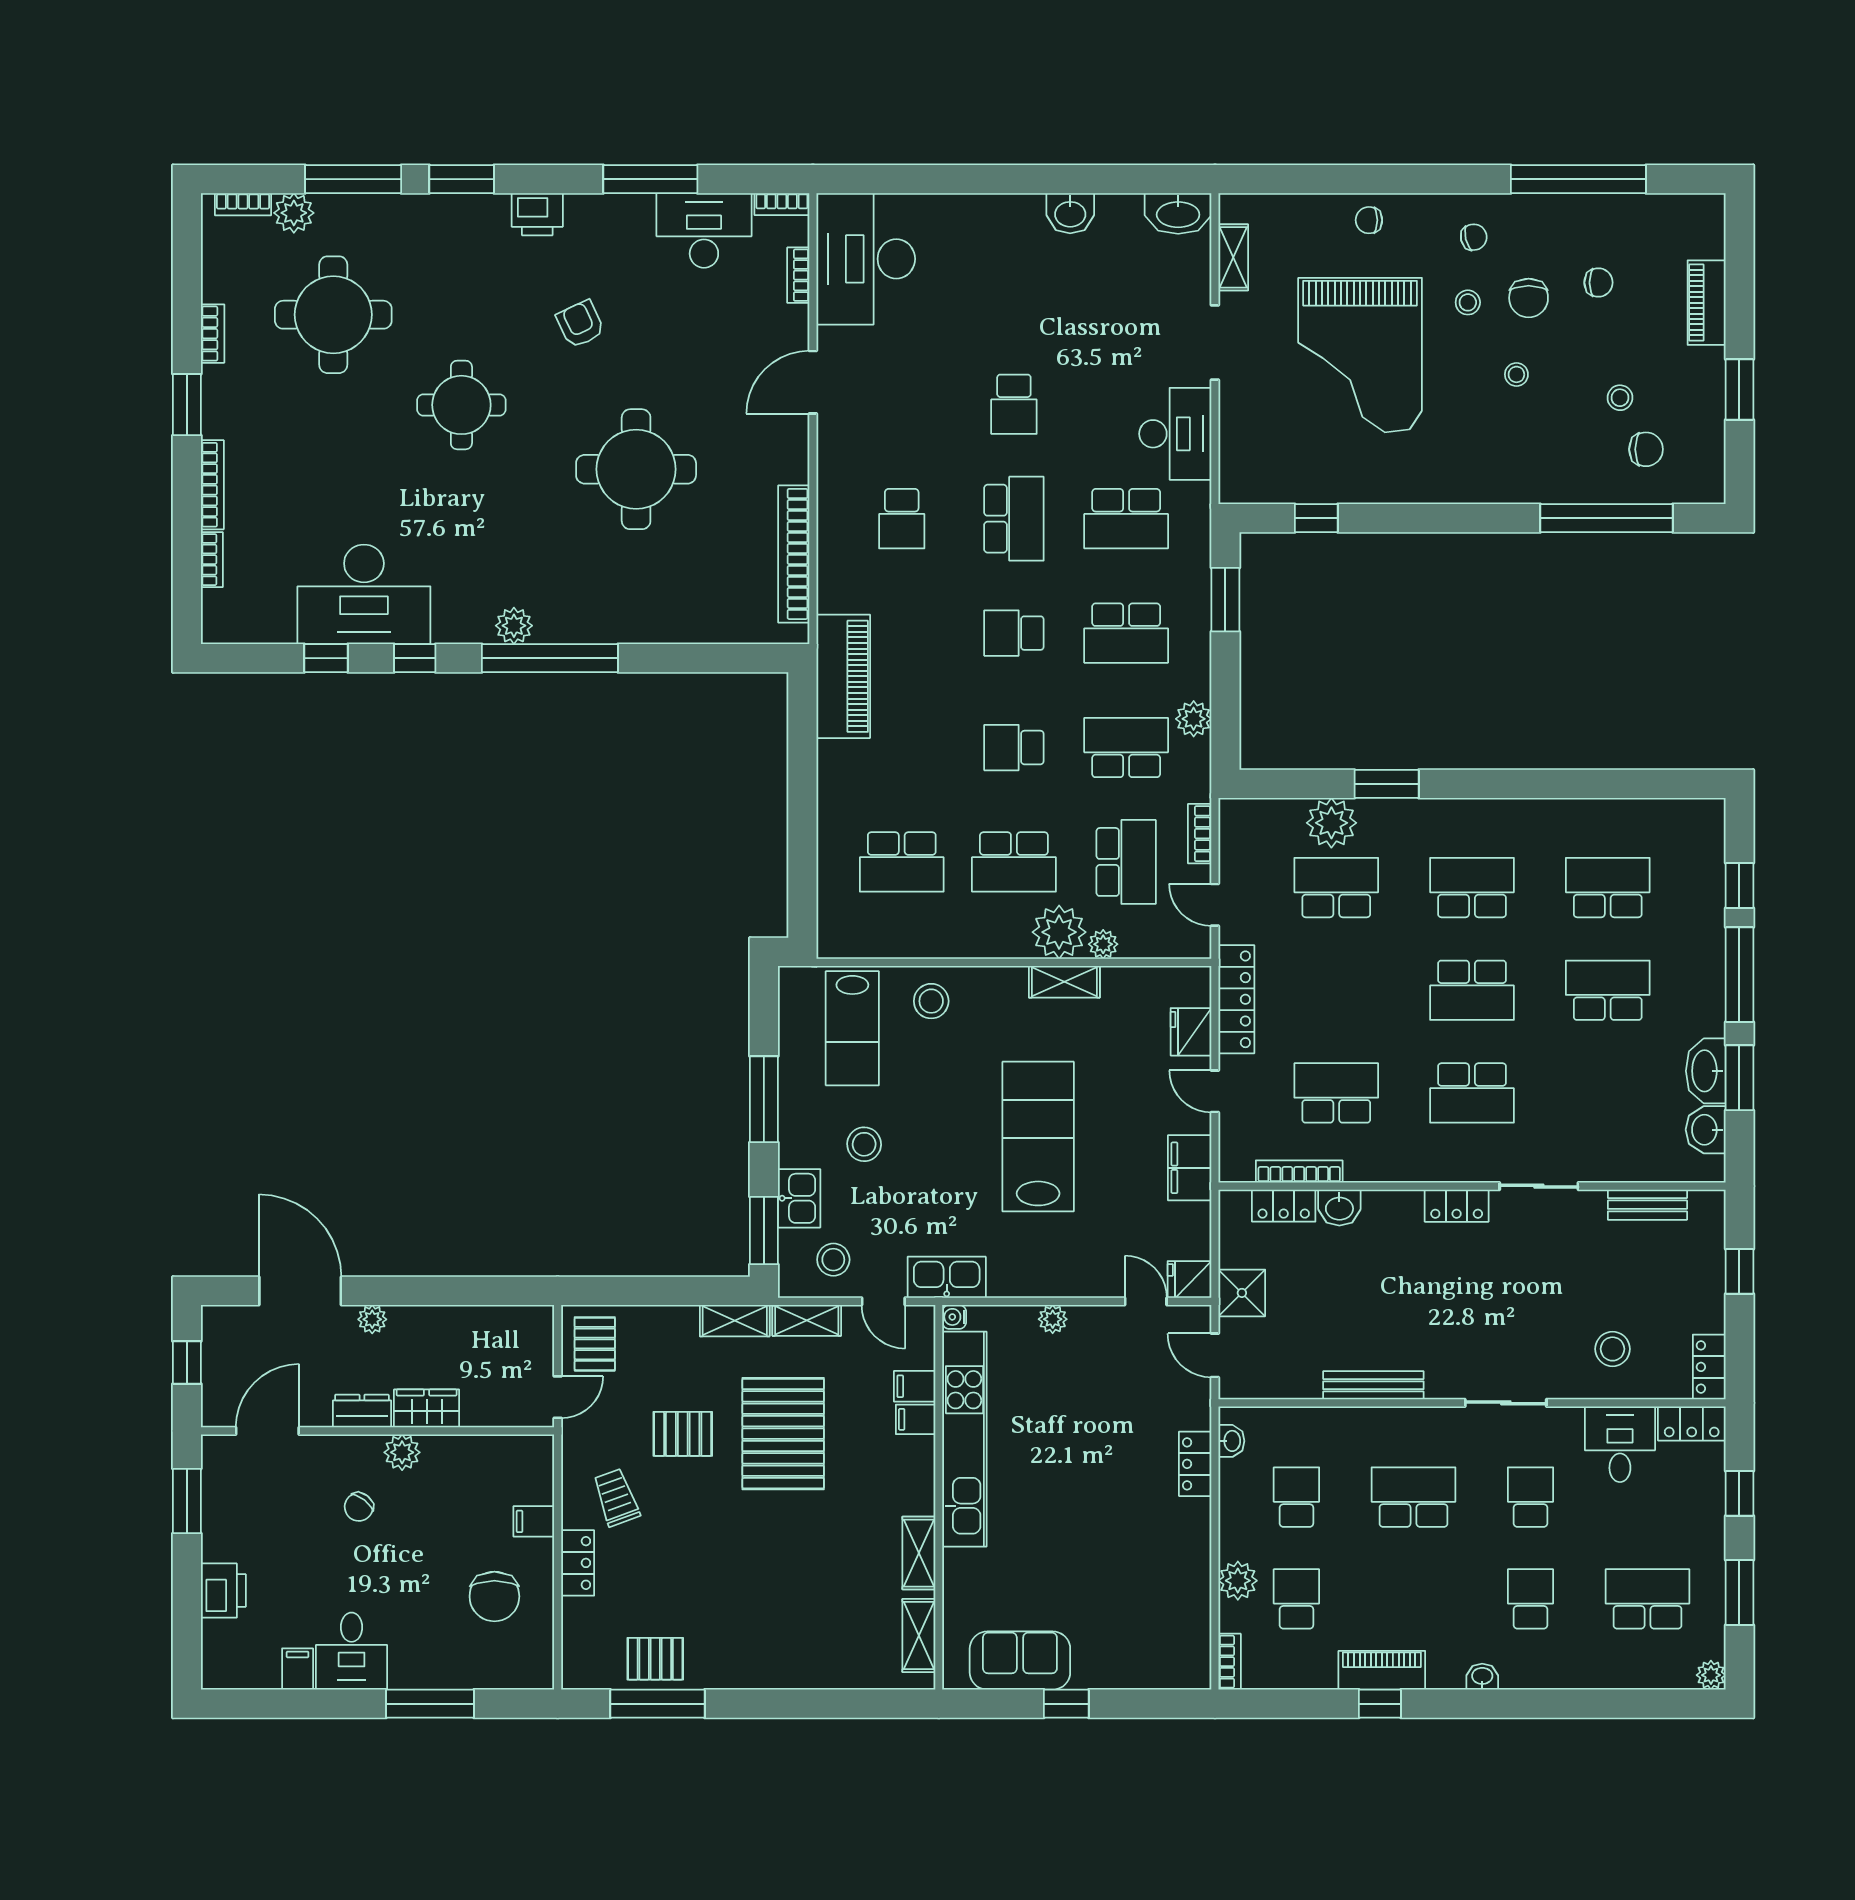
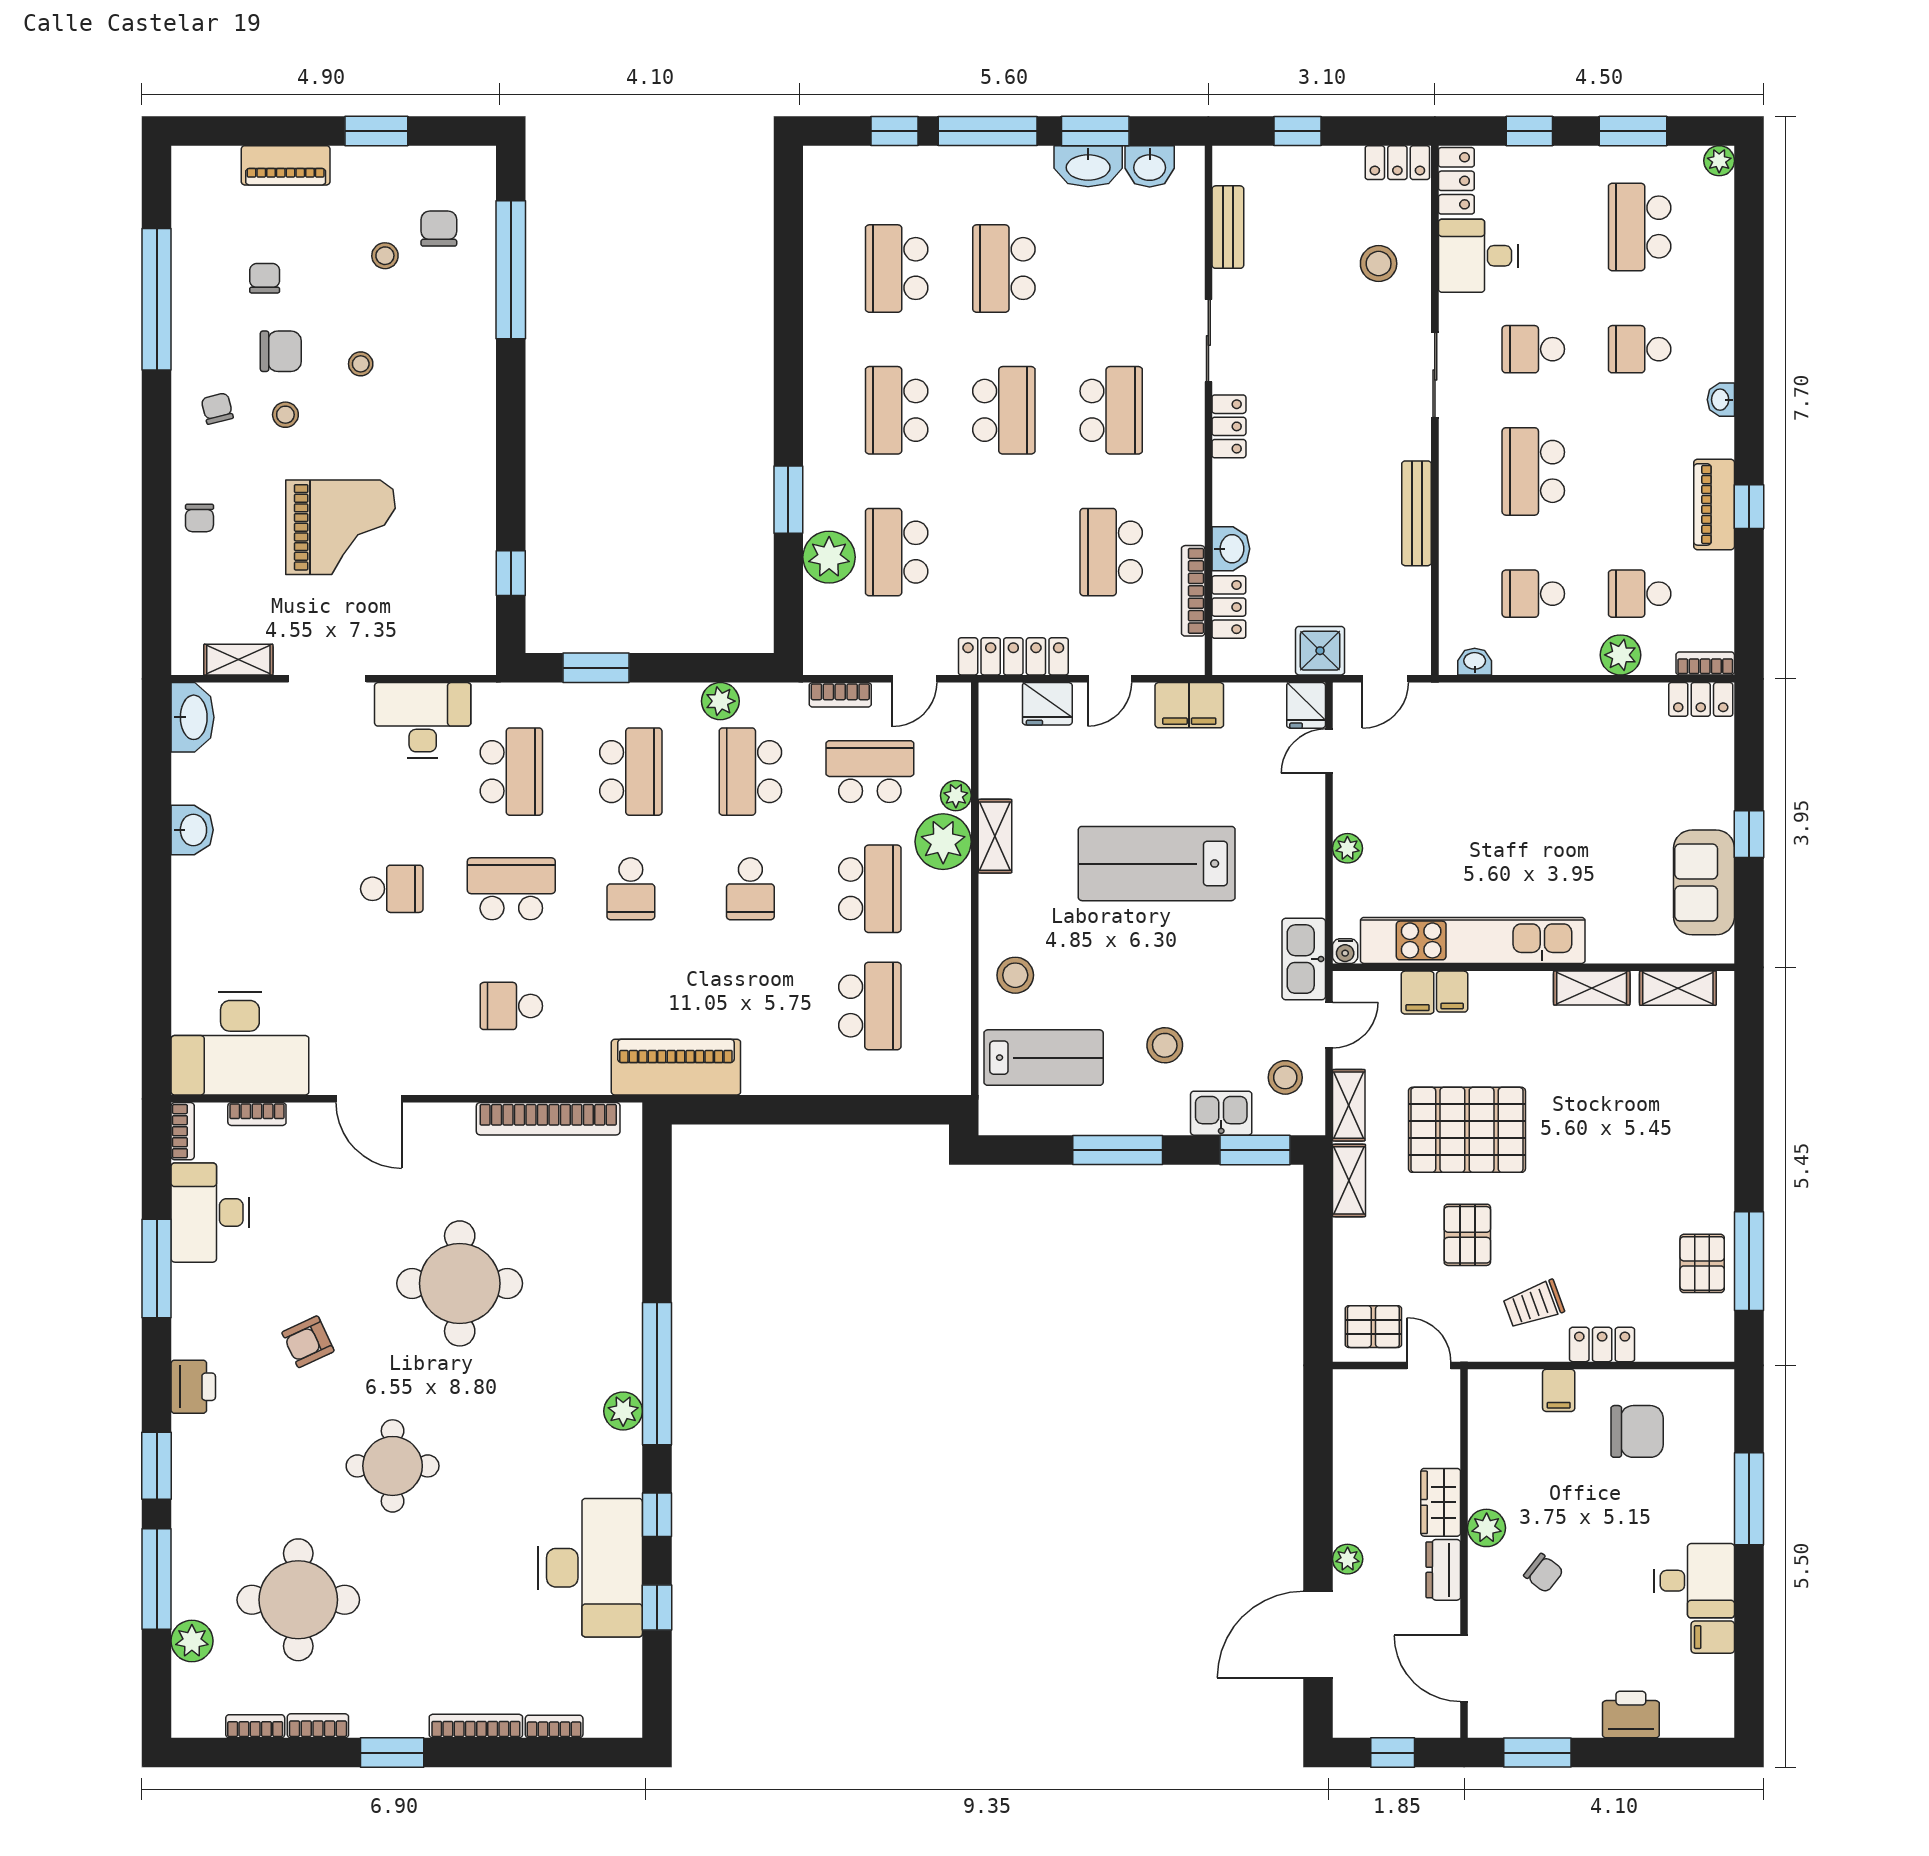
bookcase: (243, 204) -> (255, 1726), moved, turned -90
grand piano: (1360, 355) -> (340, 527), width x0.73, depth x0.68
school desk: (902, 519) -> (511, 1006), turned 180
locker: (1195, 1464) -> (1701, 699), moved

